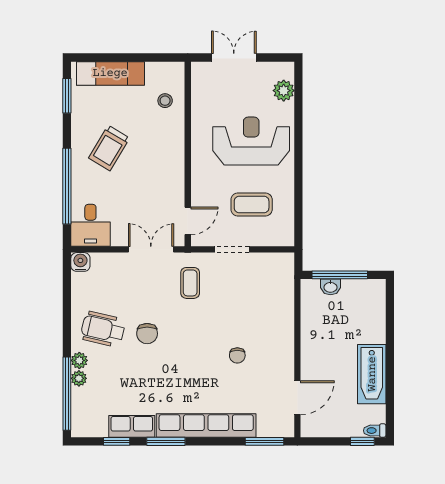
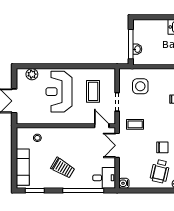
side table: (261, 293) -> (140, 86), added

